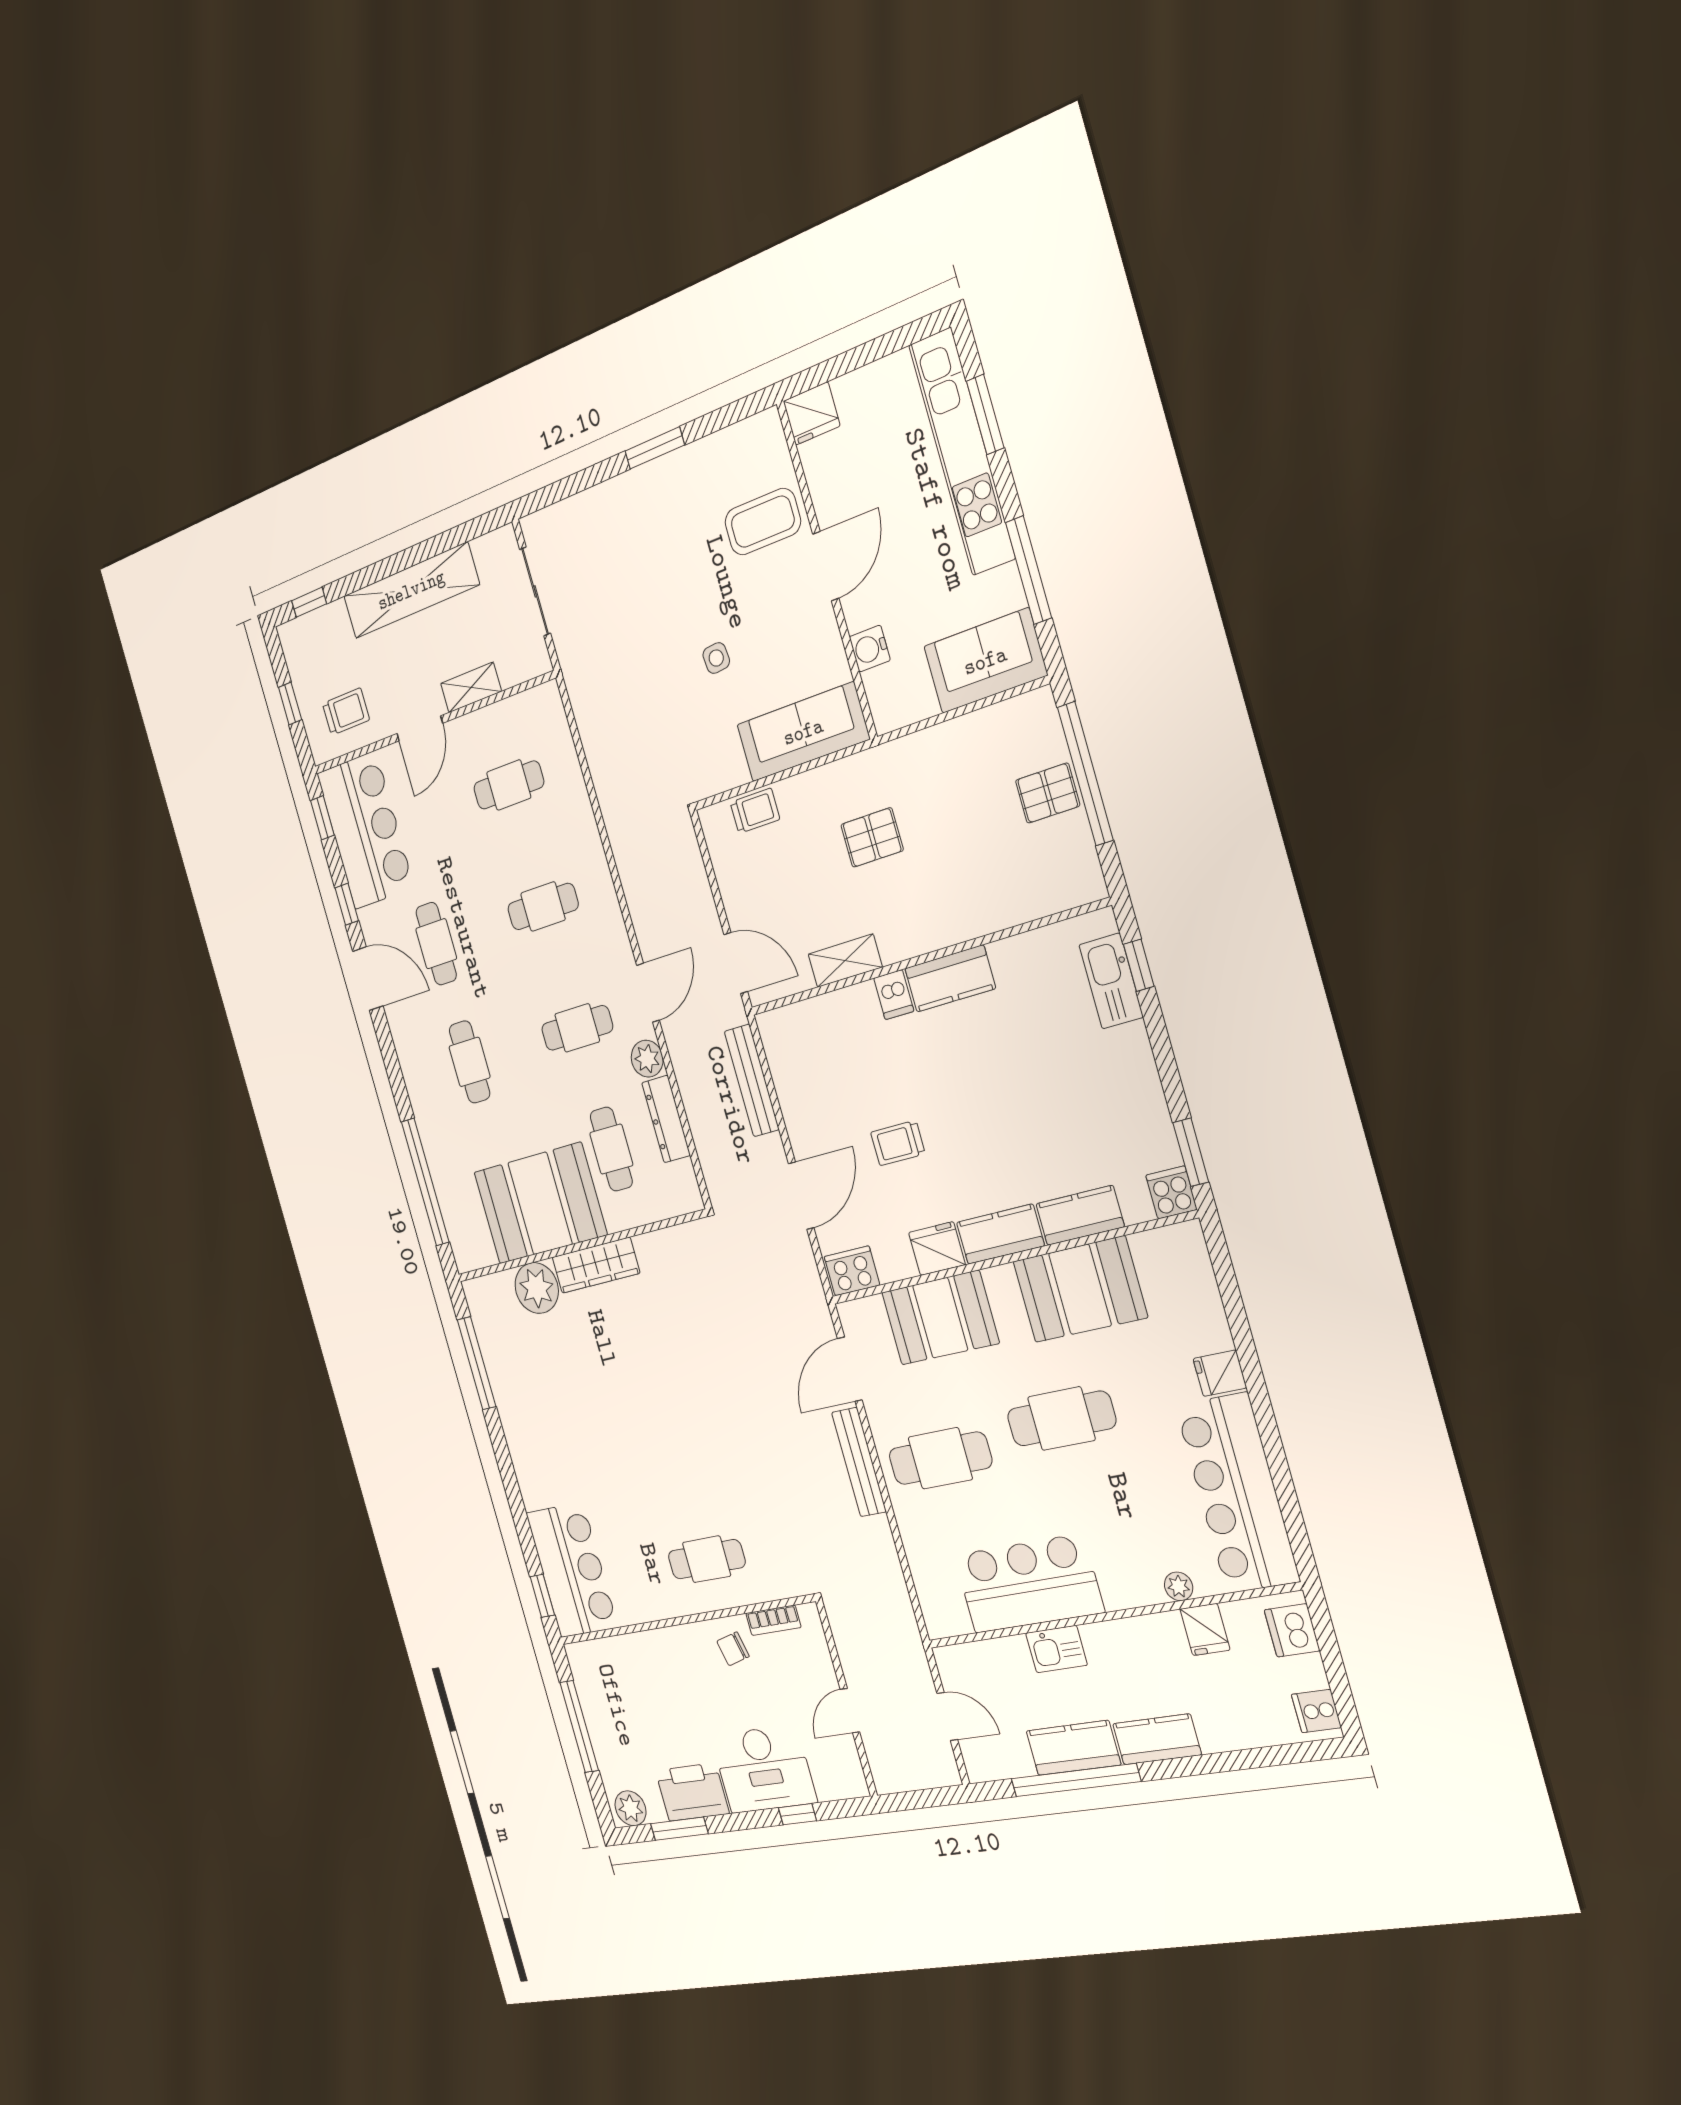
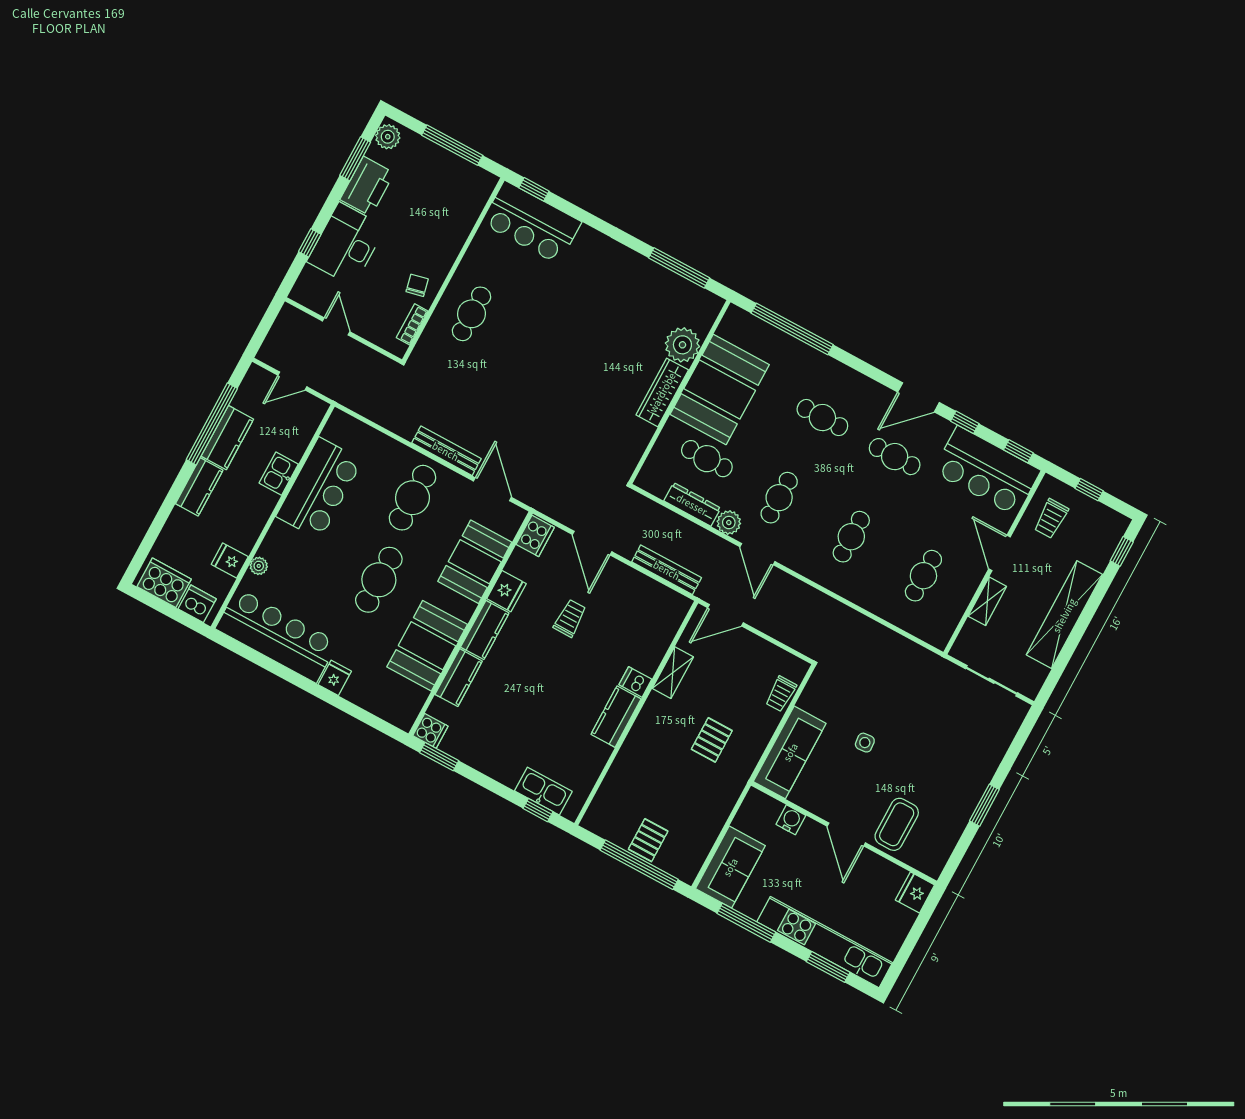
cooker: (1316, 1711) -> (164, 583), width x1.87, depth x1.31

